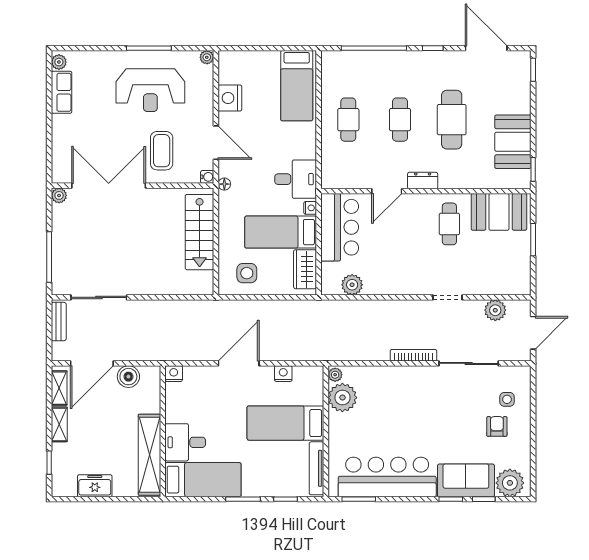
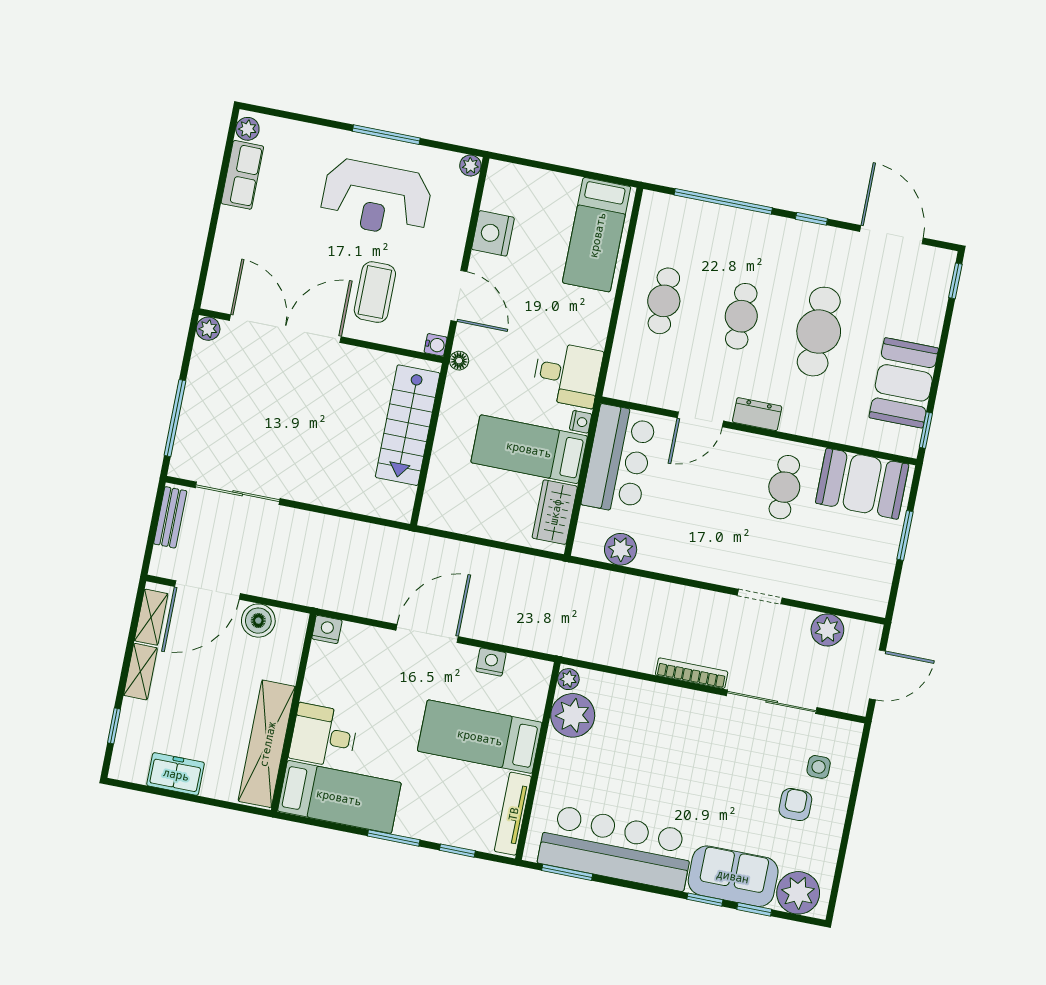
side table: (247, 273) -> (466, 501), removed

